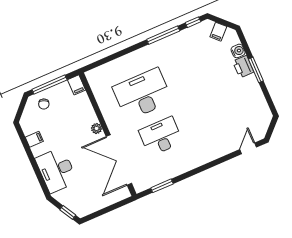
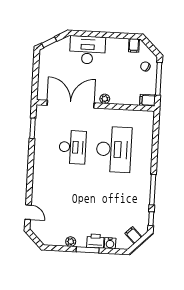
plant: (256, 91) -> (71, 242), added
filing cabinet: (34, 139) -> (134, 45), moved

